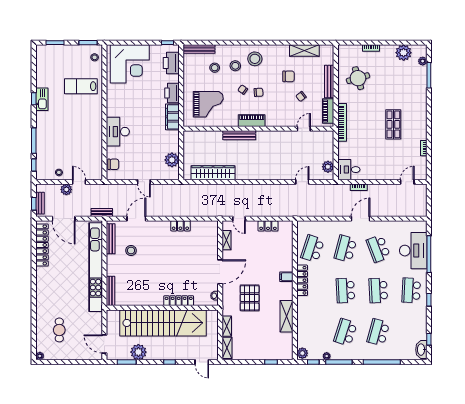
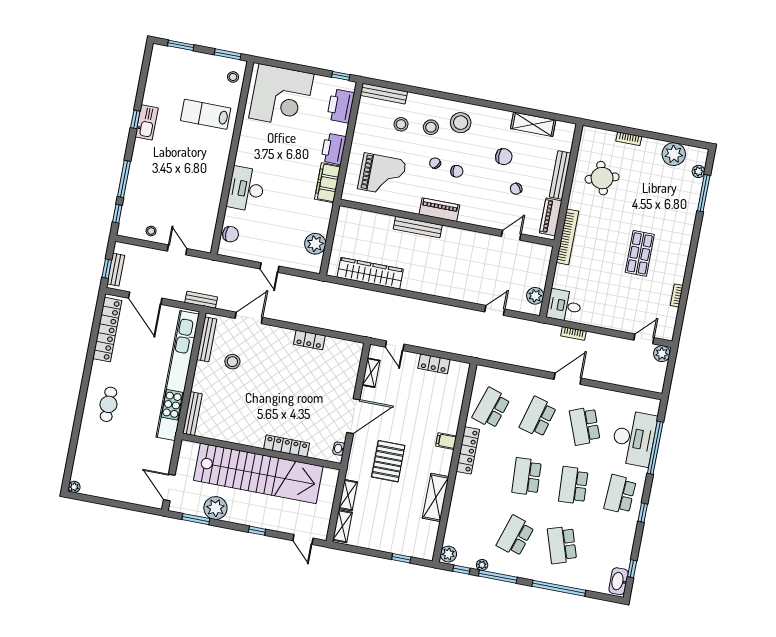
plant: (66, 189) -> (662, 354), moved
cafe table: (59, 330) -> (108, 404), moved
school desk: (378, 332) -> (562, 545), turned -33

